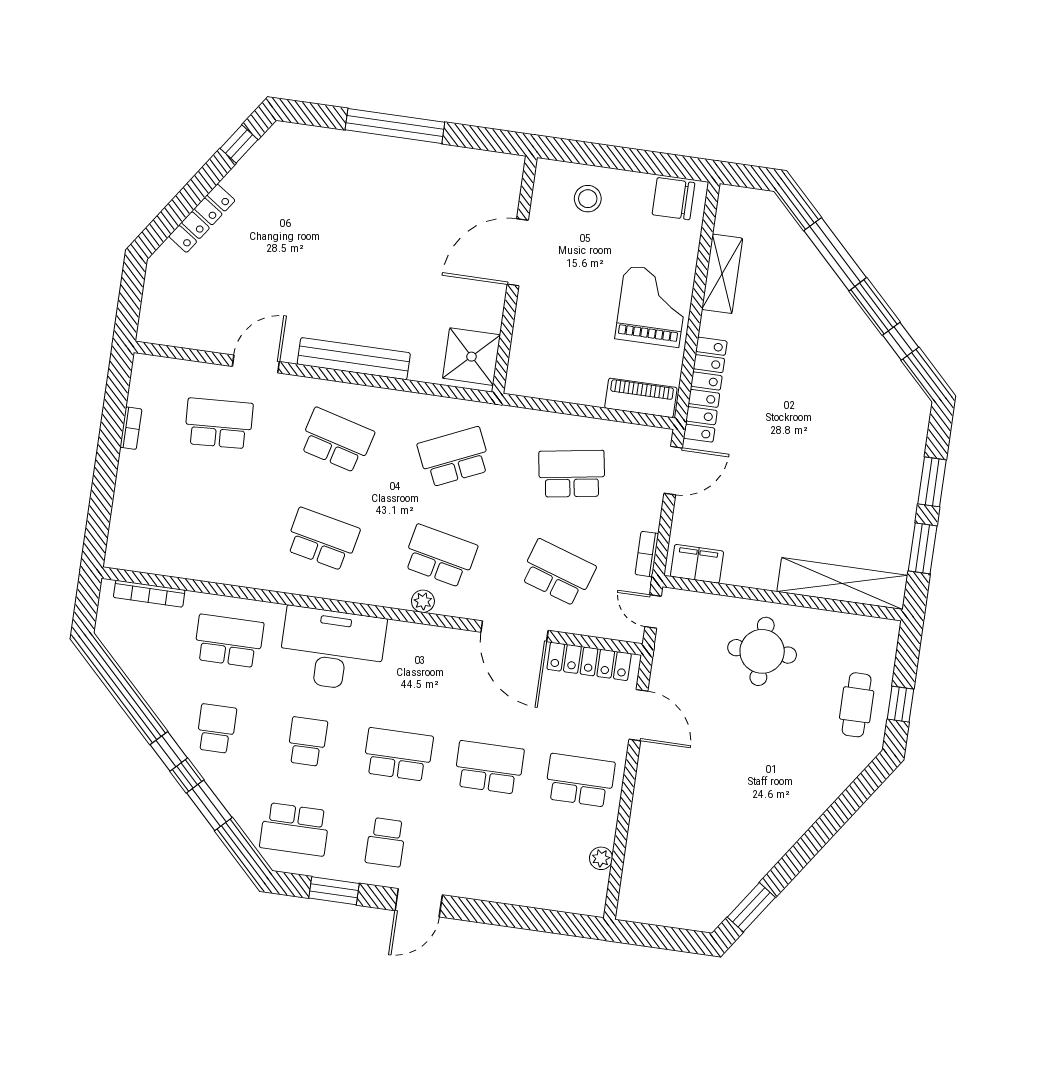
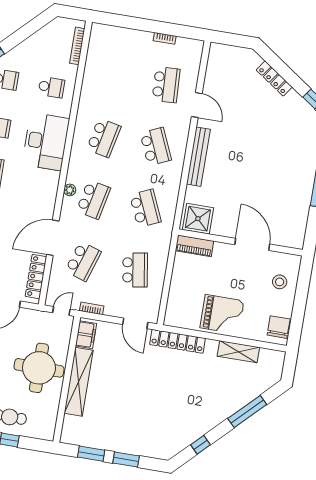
piano: (641, 398) -> (195, 246), moved, turned 90
school desk: (336, 440) -> (156, 146), turned -39
shelving: (842, 584) -> (79, 382), moved
school desk: (229, 641) -> (51, 87), width x0.54
round table: (762, 651) -> (39, 368), width x1.36, depth x1.36

